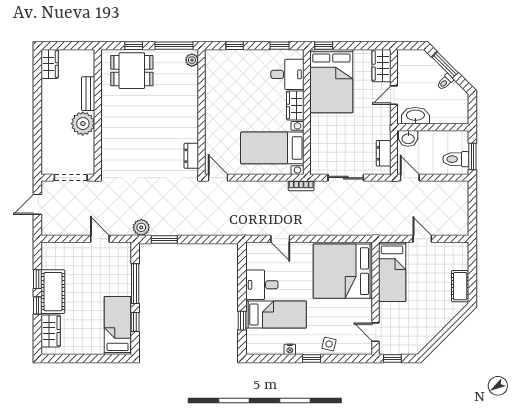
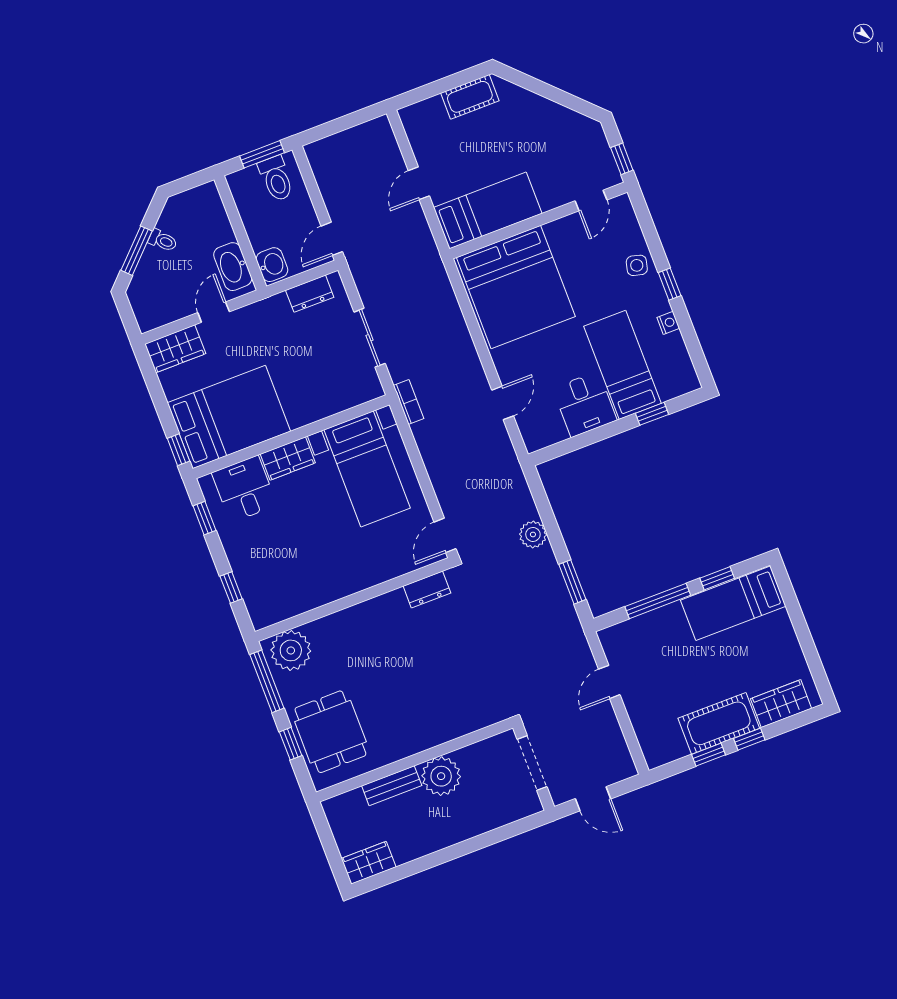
plant: (192, 60) -> (291, 650), width x1.88, depth x1.88
door: (394, 95) -> (214, 312), swing flipped
plant: (141, 227) -> (533, 534), moved

